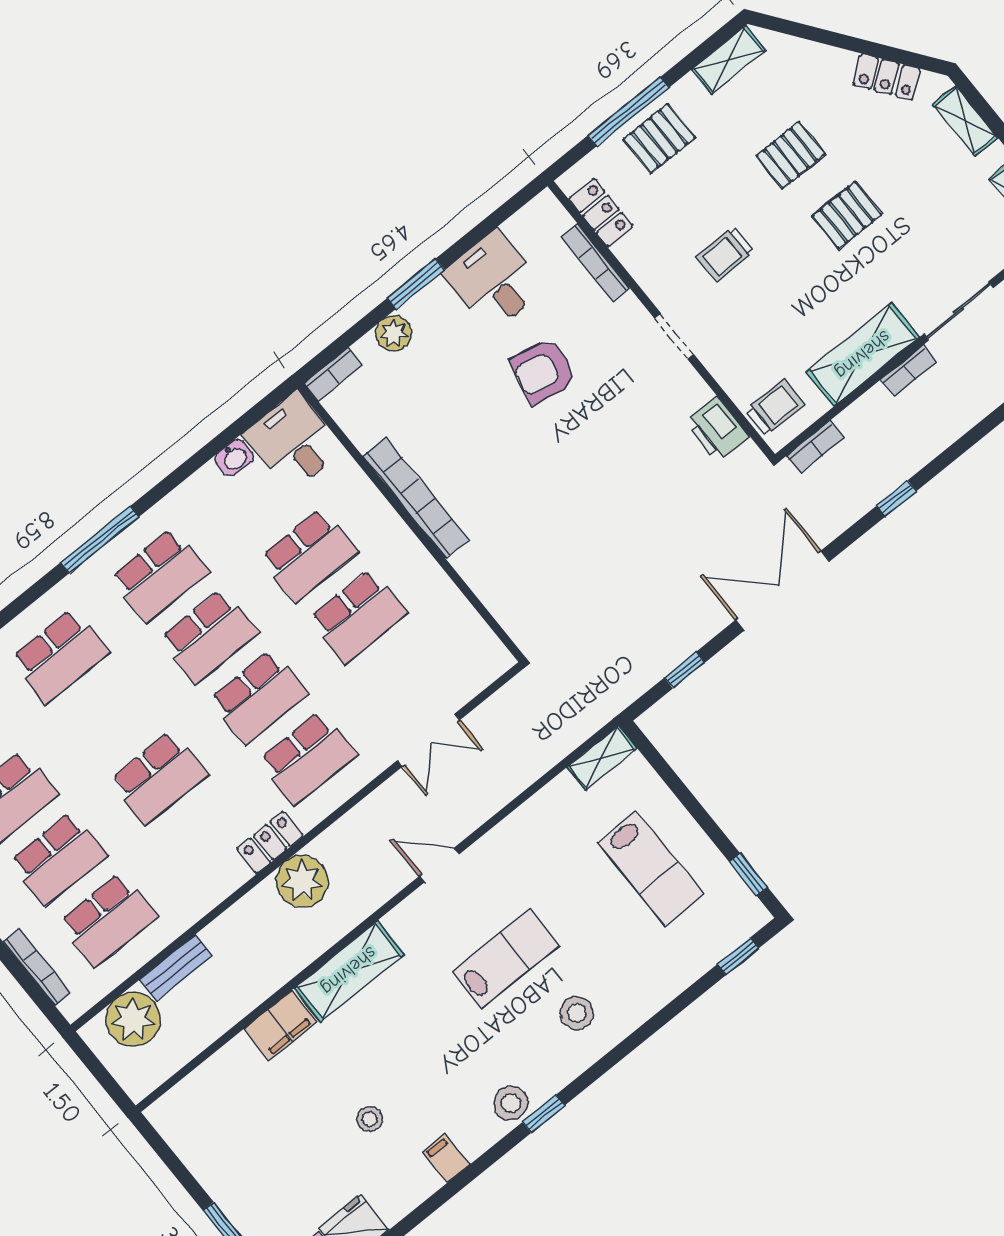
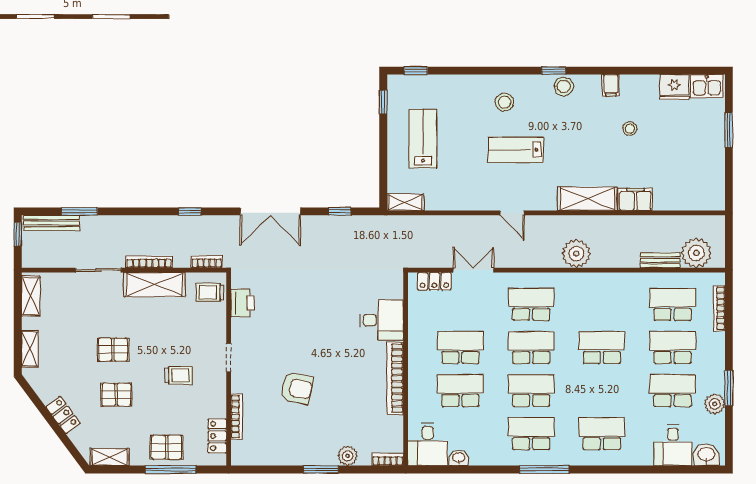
locker: (887, 77) -> (63, 415), moved
desk: (494, 281) -> (382, 320), moved, turned -90
bookcase: (908, 371) -> (149, 262), width x1.56
locker: (270, 842) -> (434, 281), moved

